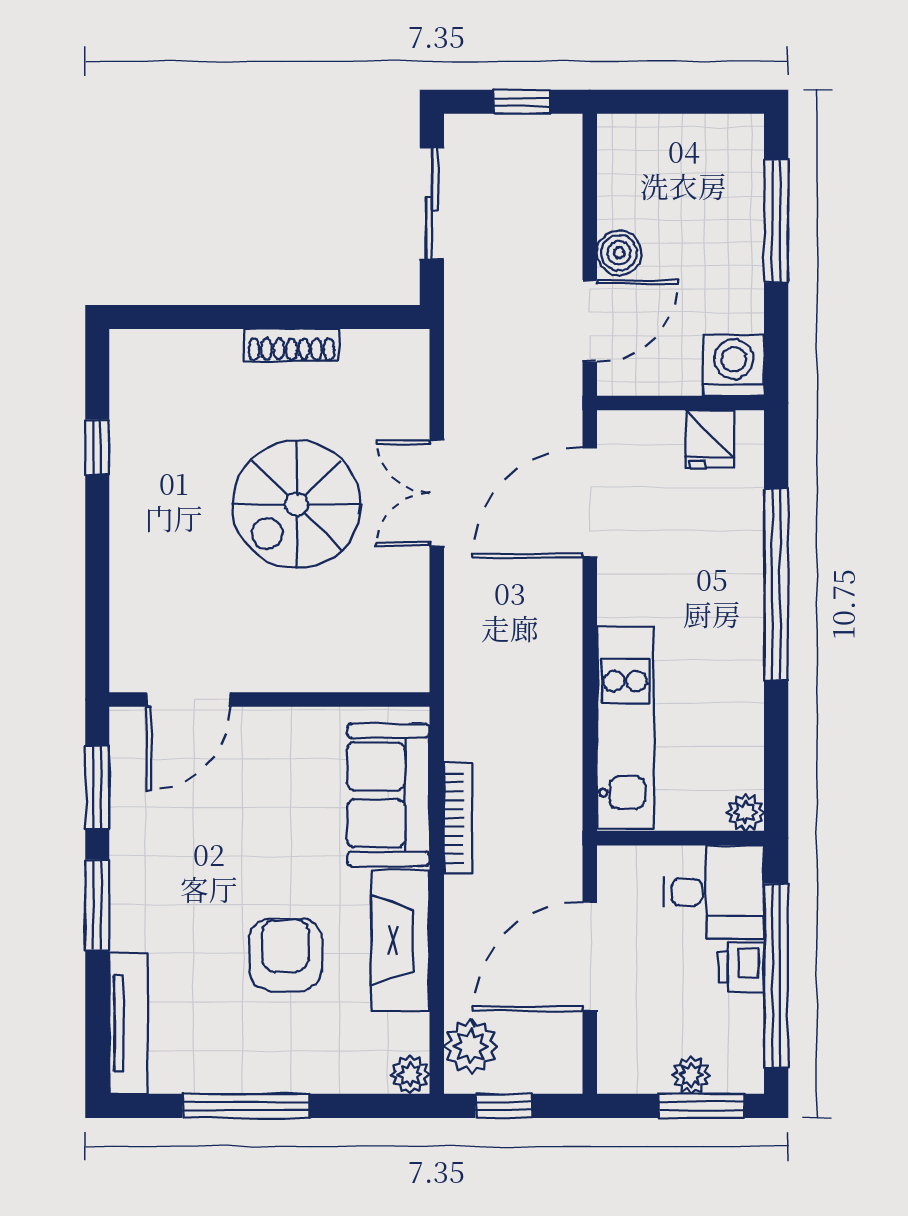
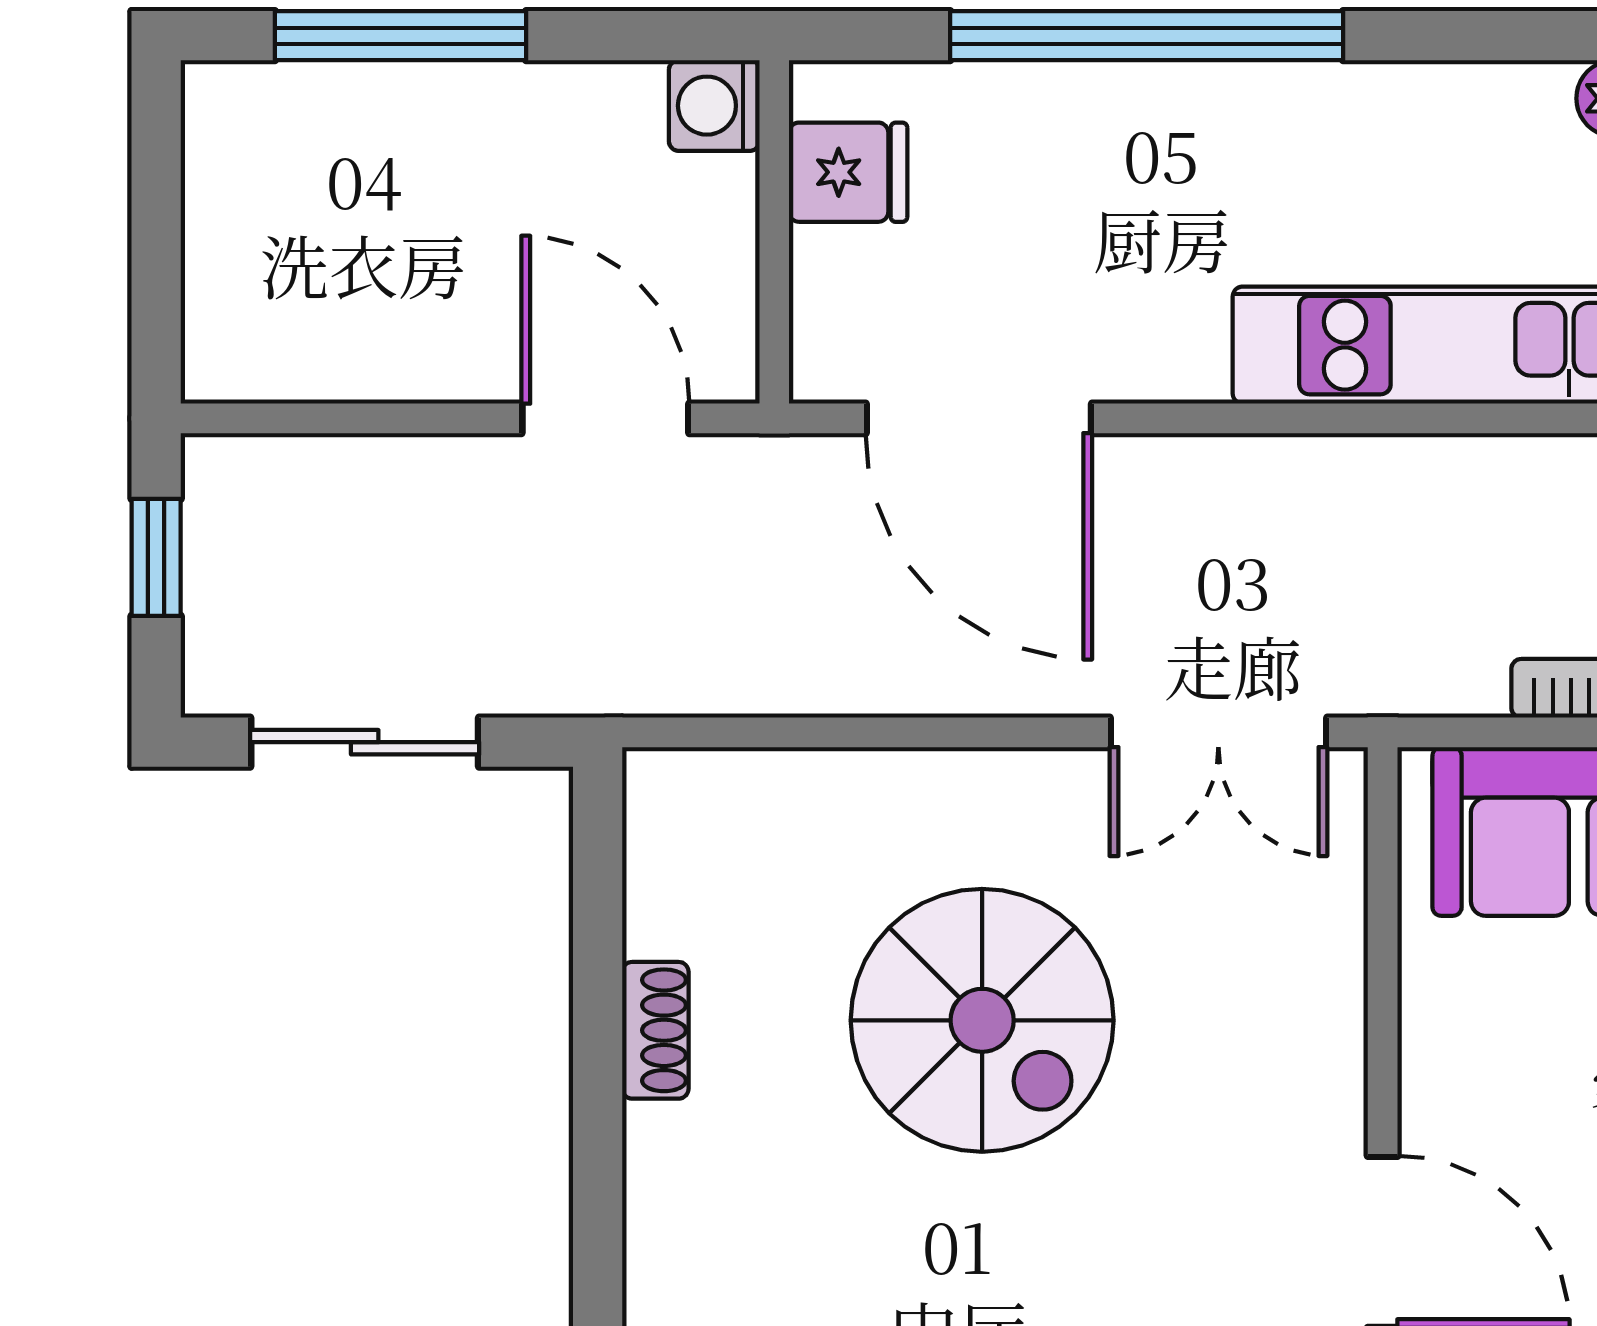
boiler: (619, 253) -> (466, 358), removed
shoe rack: (292, 345) -> (655, 1030), width x0.70
washing machine: (734, 365) -> (714, 106), width x0.73, depth x0.73
double door: (437, 493) -> (1218, 732), moved

